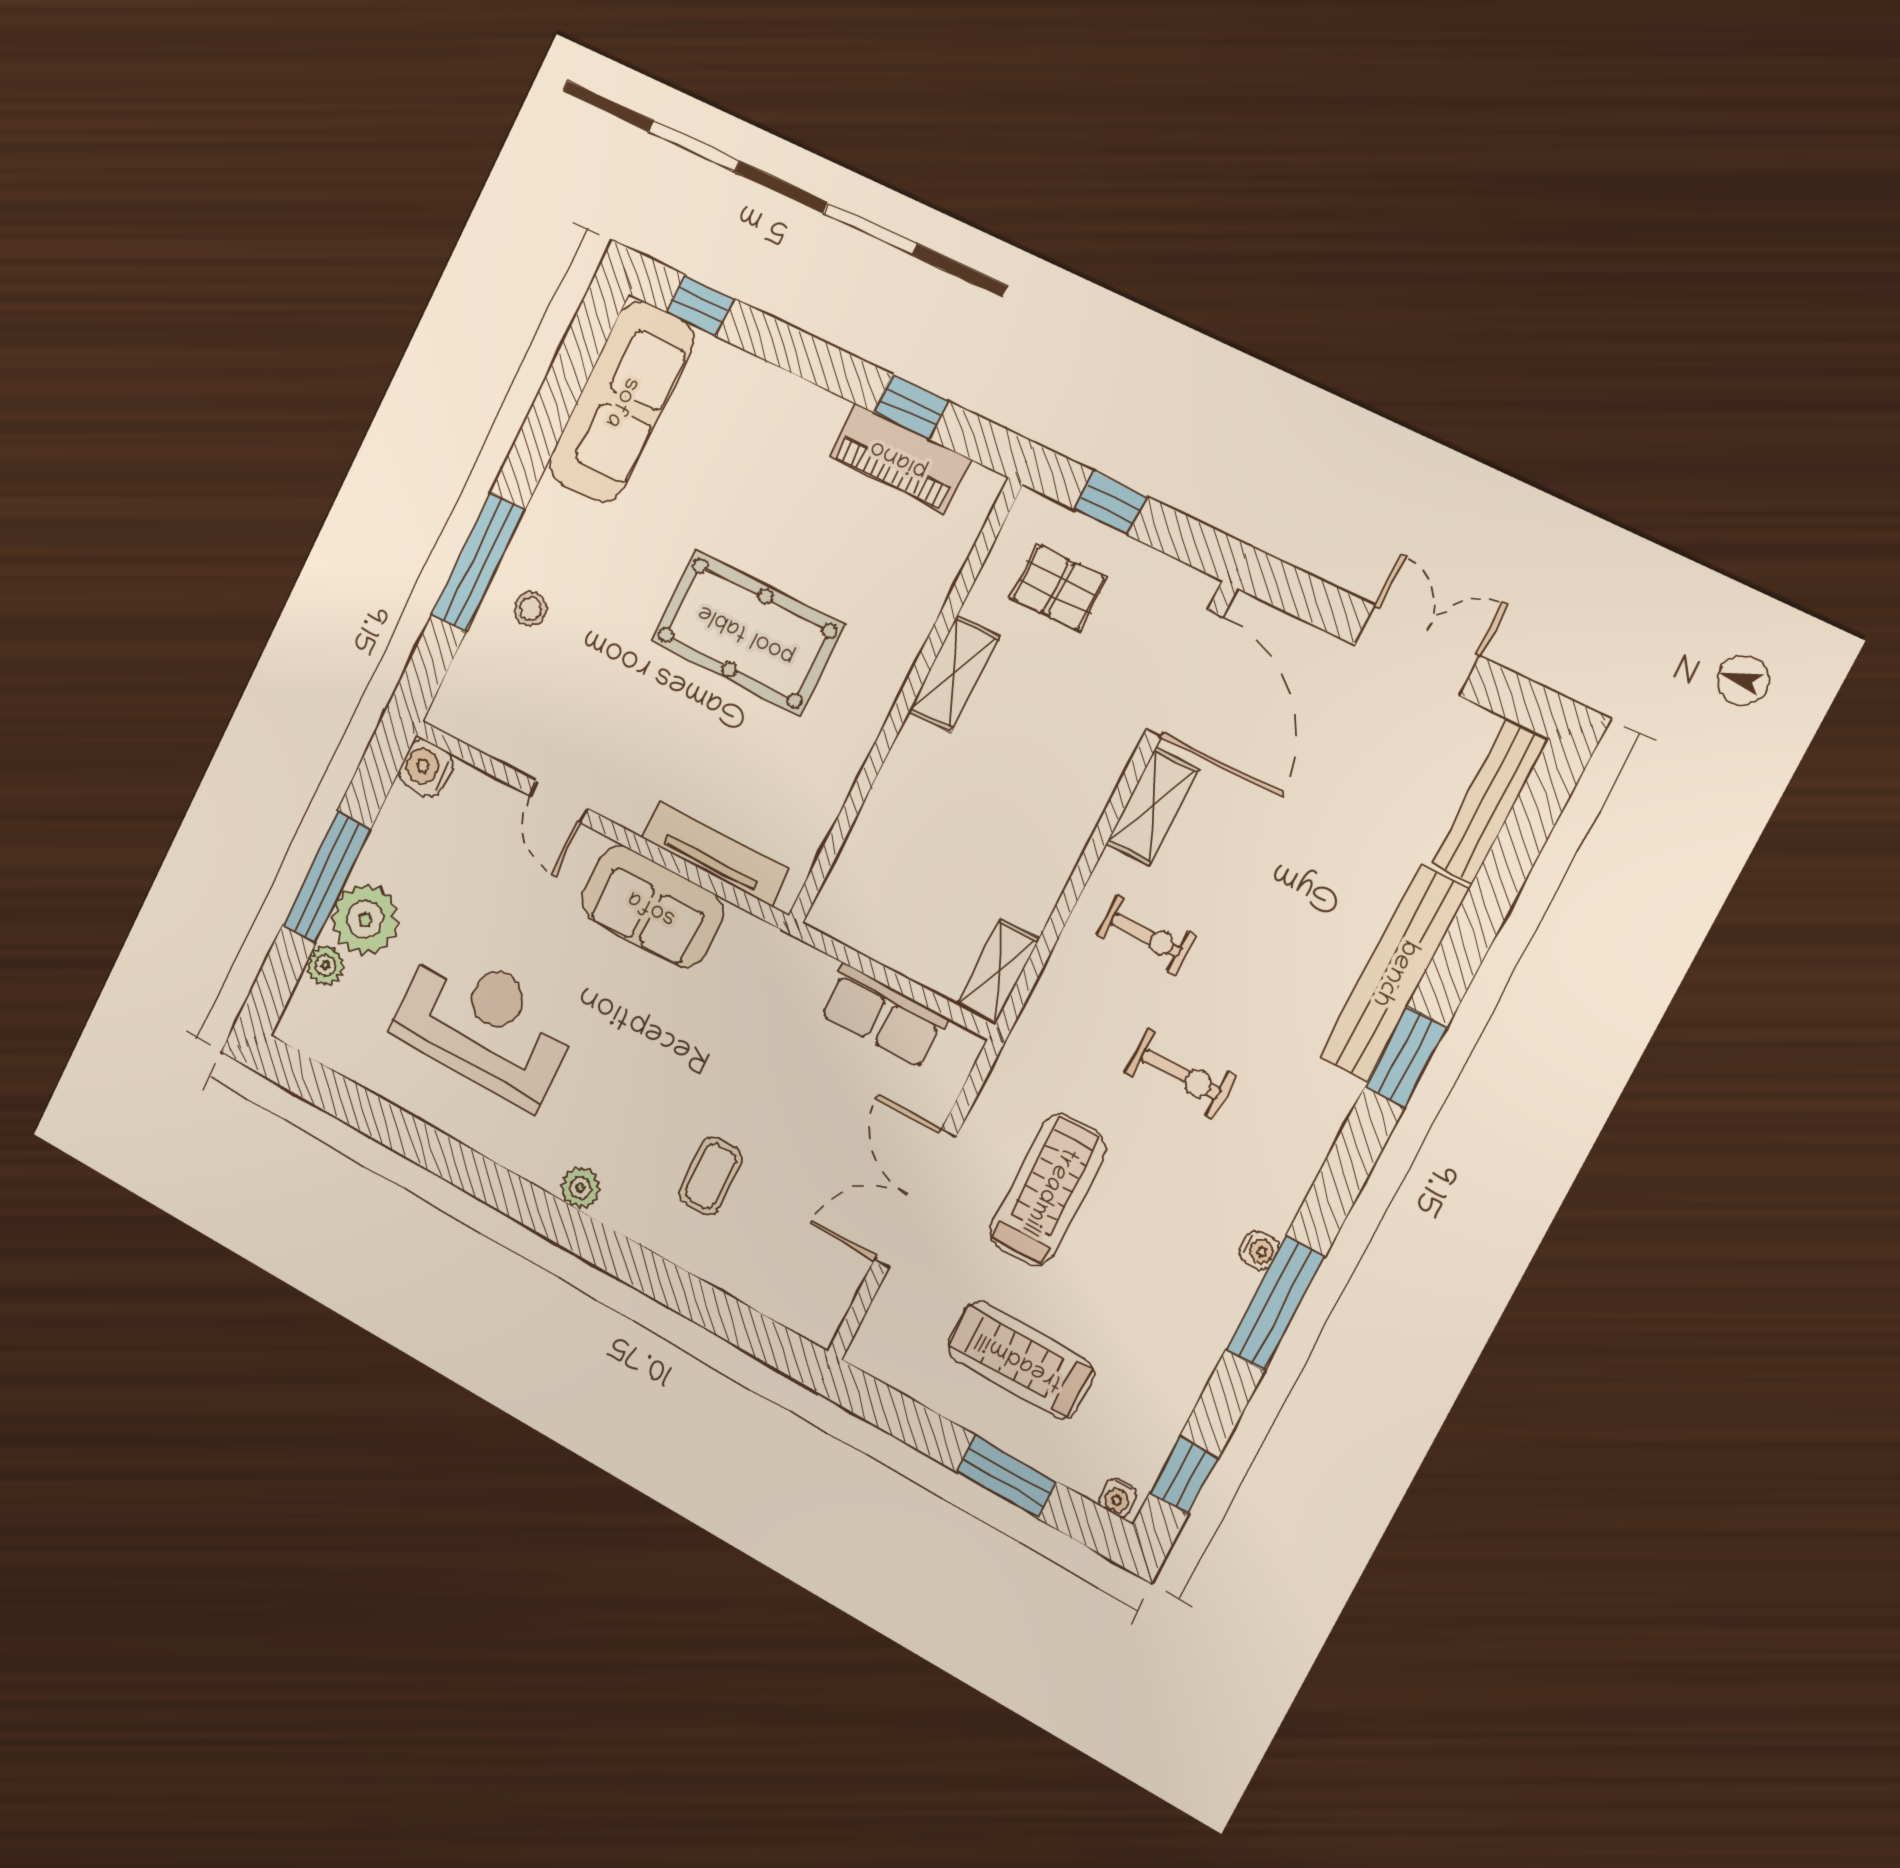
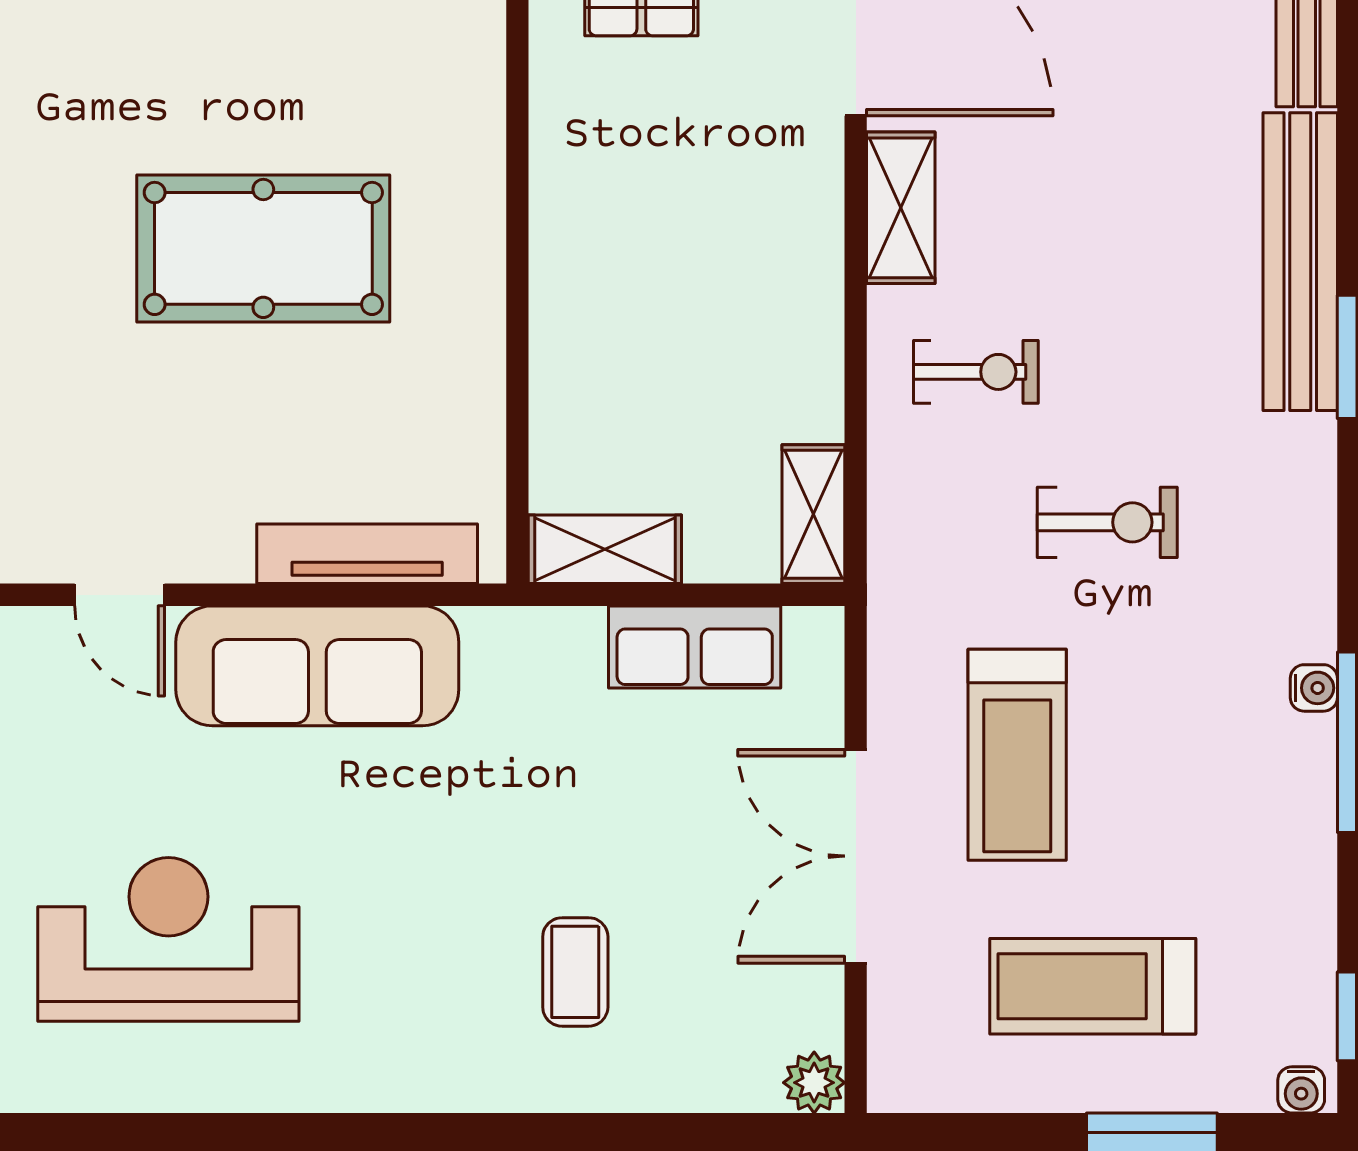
shelving: (954, 674) -> (605, 549), moved, turned 90
sofa: (652, 907) -> (317, 666), width x1.36
plant: (580, 1188) -> (814, 1083), moved
treadmill: (1048, 1190) -> (1017, 755), turned 180

